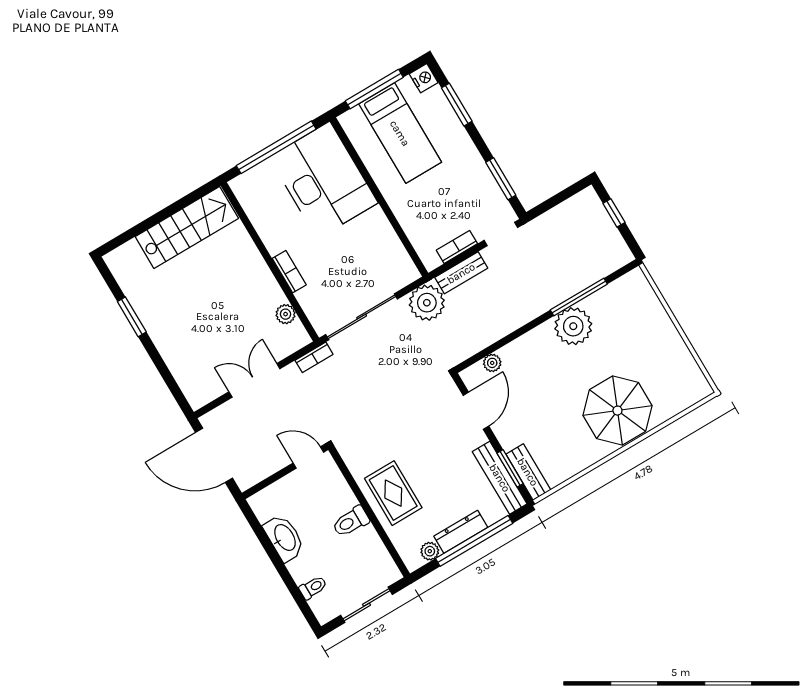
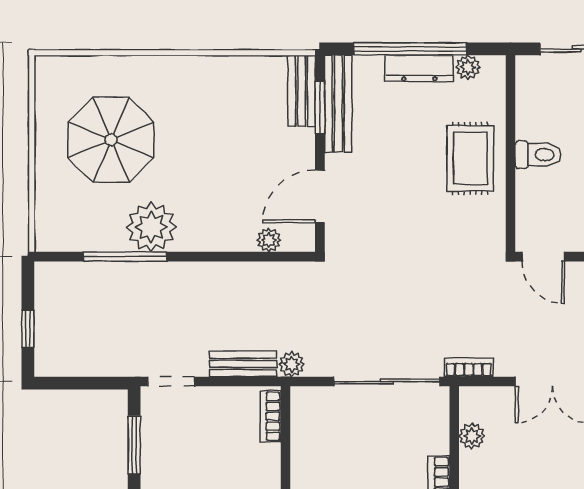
bookcase: (457, 247) -> (271, 416), moved, turned 90
plant: (427, 303) -> (292, 364), width x0.53, depth x0.53
parasol: (617, 411) -> (111, 140), moved

